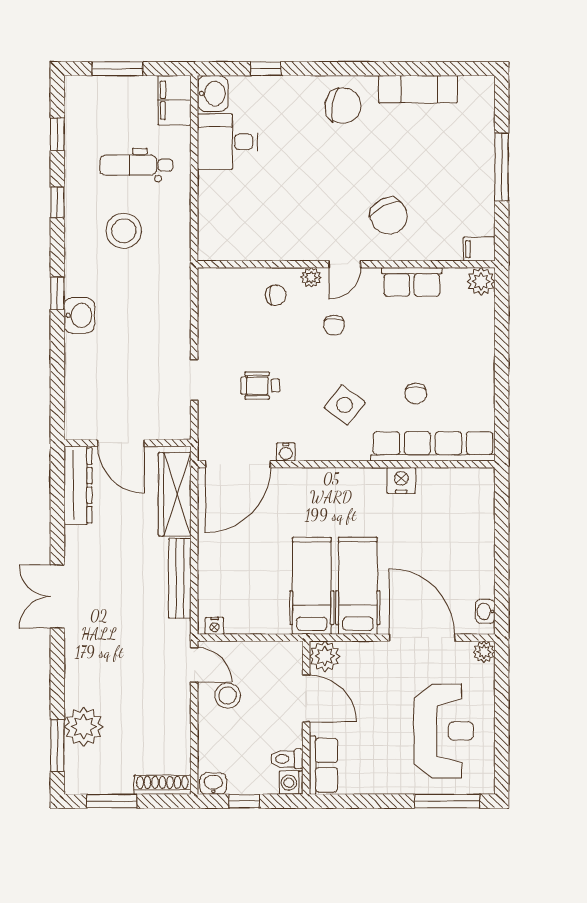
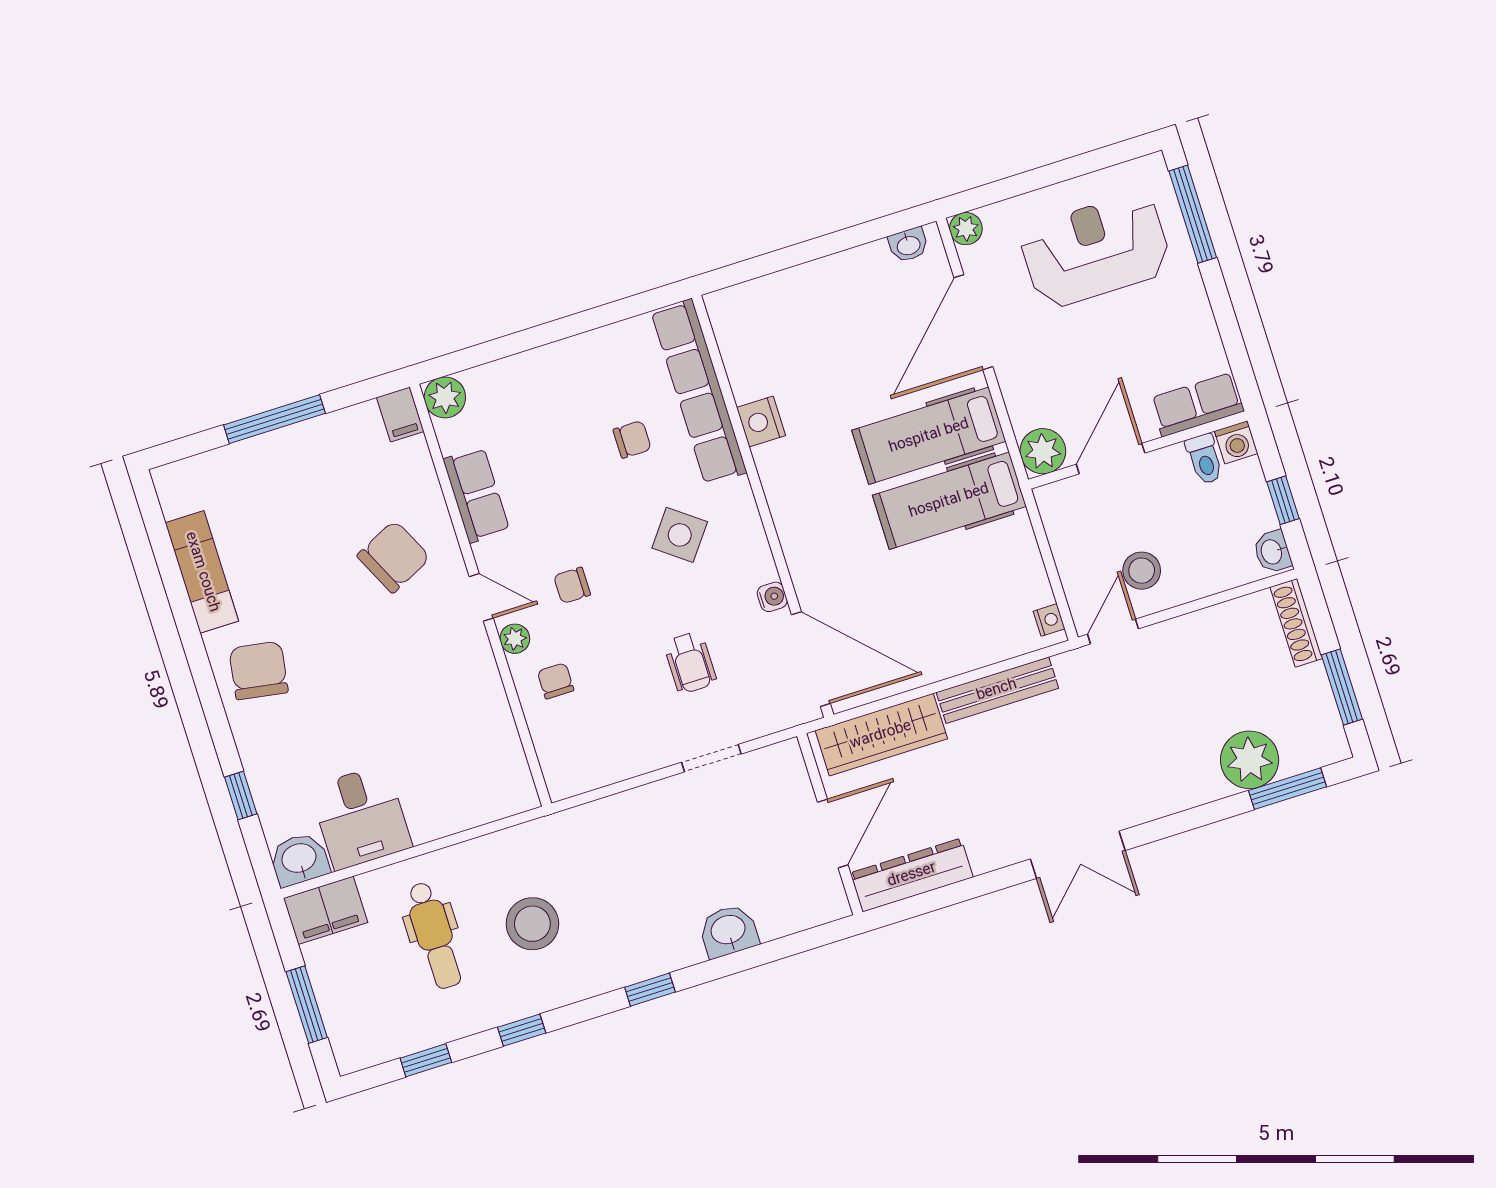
washbasin: (79, 315) -> (728, 931), moved
chair: (334, 325) -> (572, 585), turned 180

